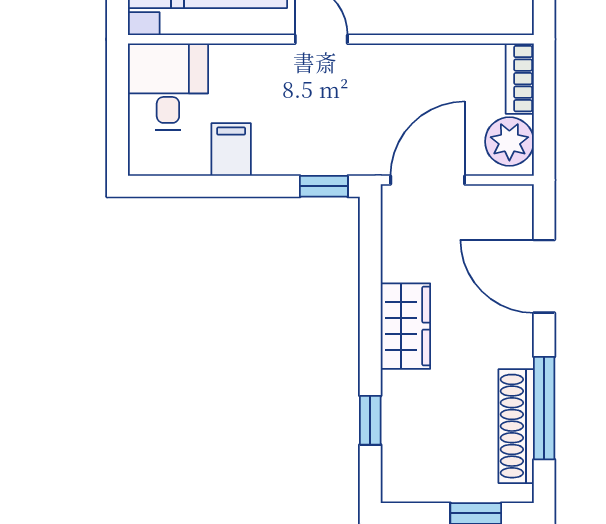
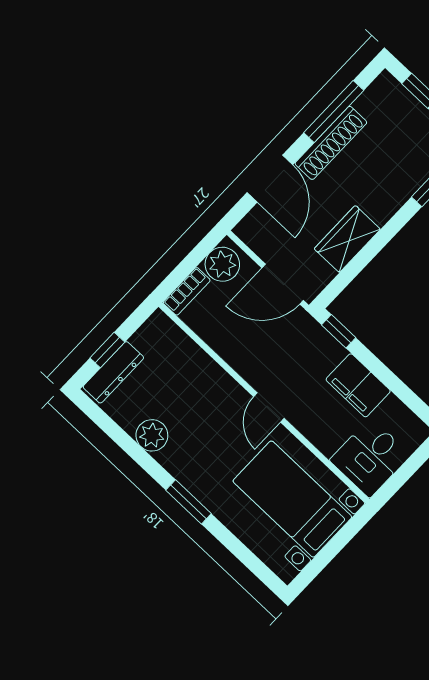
filing cabinet: (231, 150) -> (358, 385), width x2.00
wardrobe: (405, 326) -> (347, 239), moved
shoe rack: (516, 426) -> (331, 143), moved

